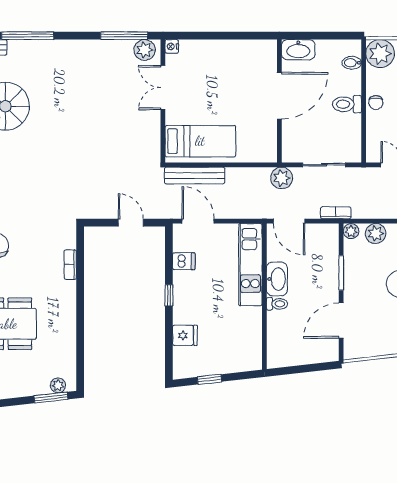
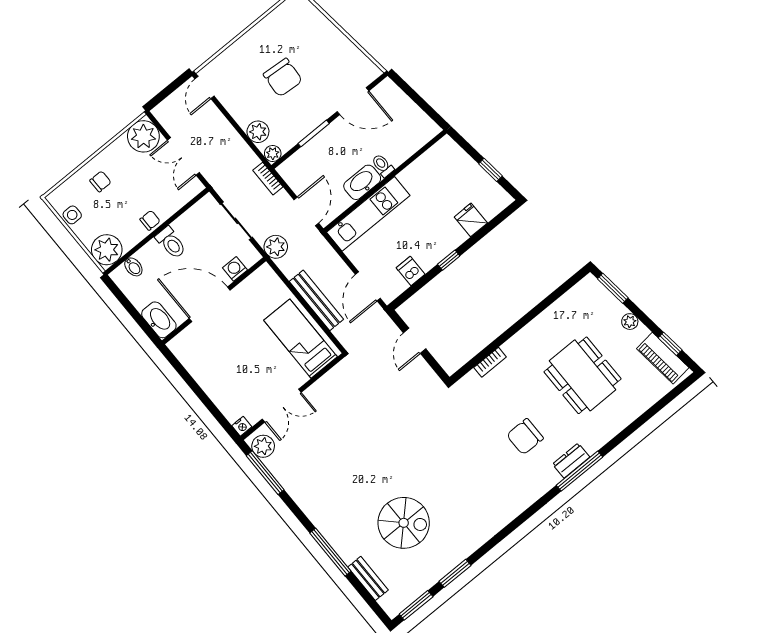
washing machine: (290, 135) -> (235, 269), added
bench: (195, 175) -> (316, 300), moved
plant: (58, 385) -> (630, 322), moved

